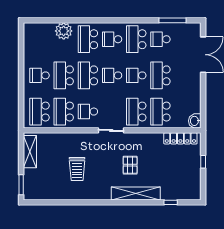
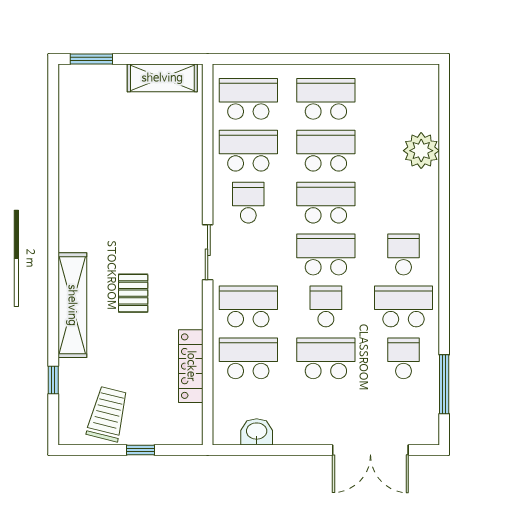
school desk: (88, 39) -> (404, 203), removed
school desk: (40, 75) -> (326, 99), width x1.85
school desk: (112, 75) -> (326, 254), width x1.85
washbasin: (195, 121) -> (257, 432), moved
locker: (180, 138) -> (191, 366), moved
pallet: (130, 165) -> (133, 293), turned 90
trolley: (77, 169) -> (108, 414), moved, turned 104

